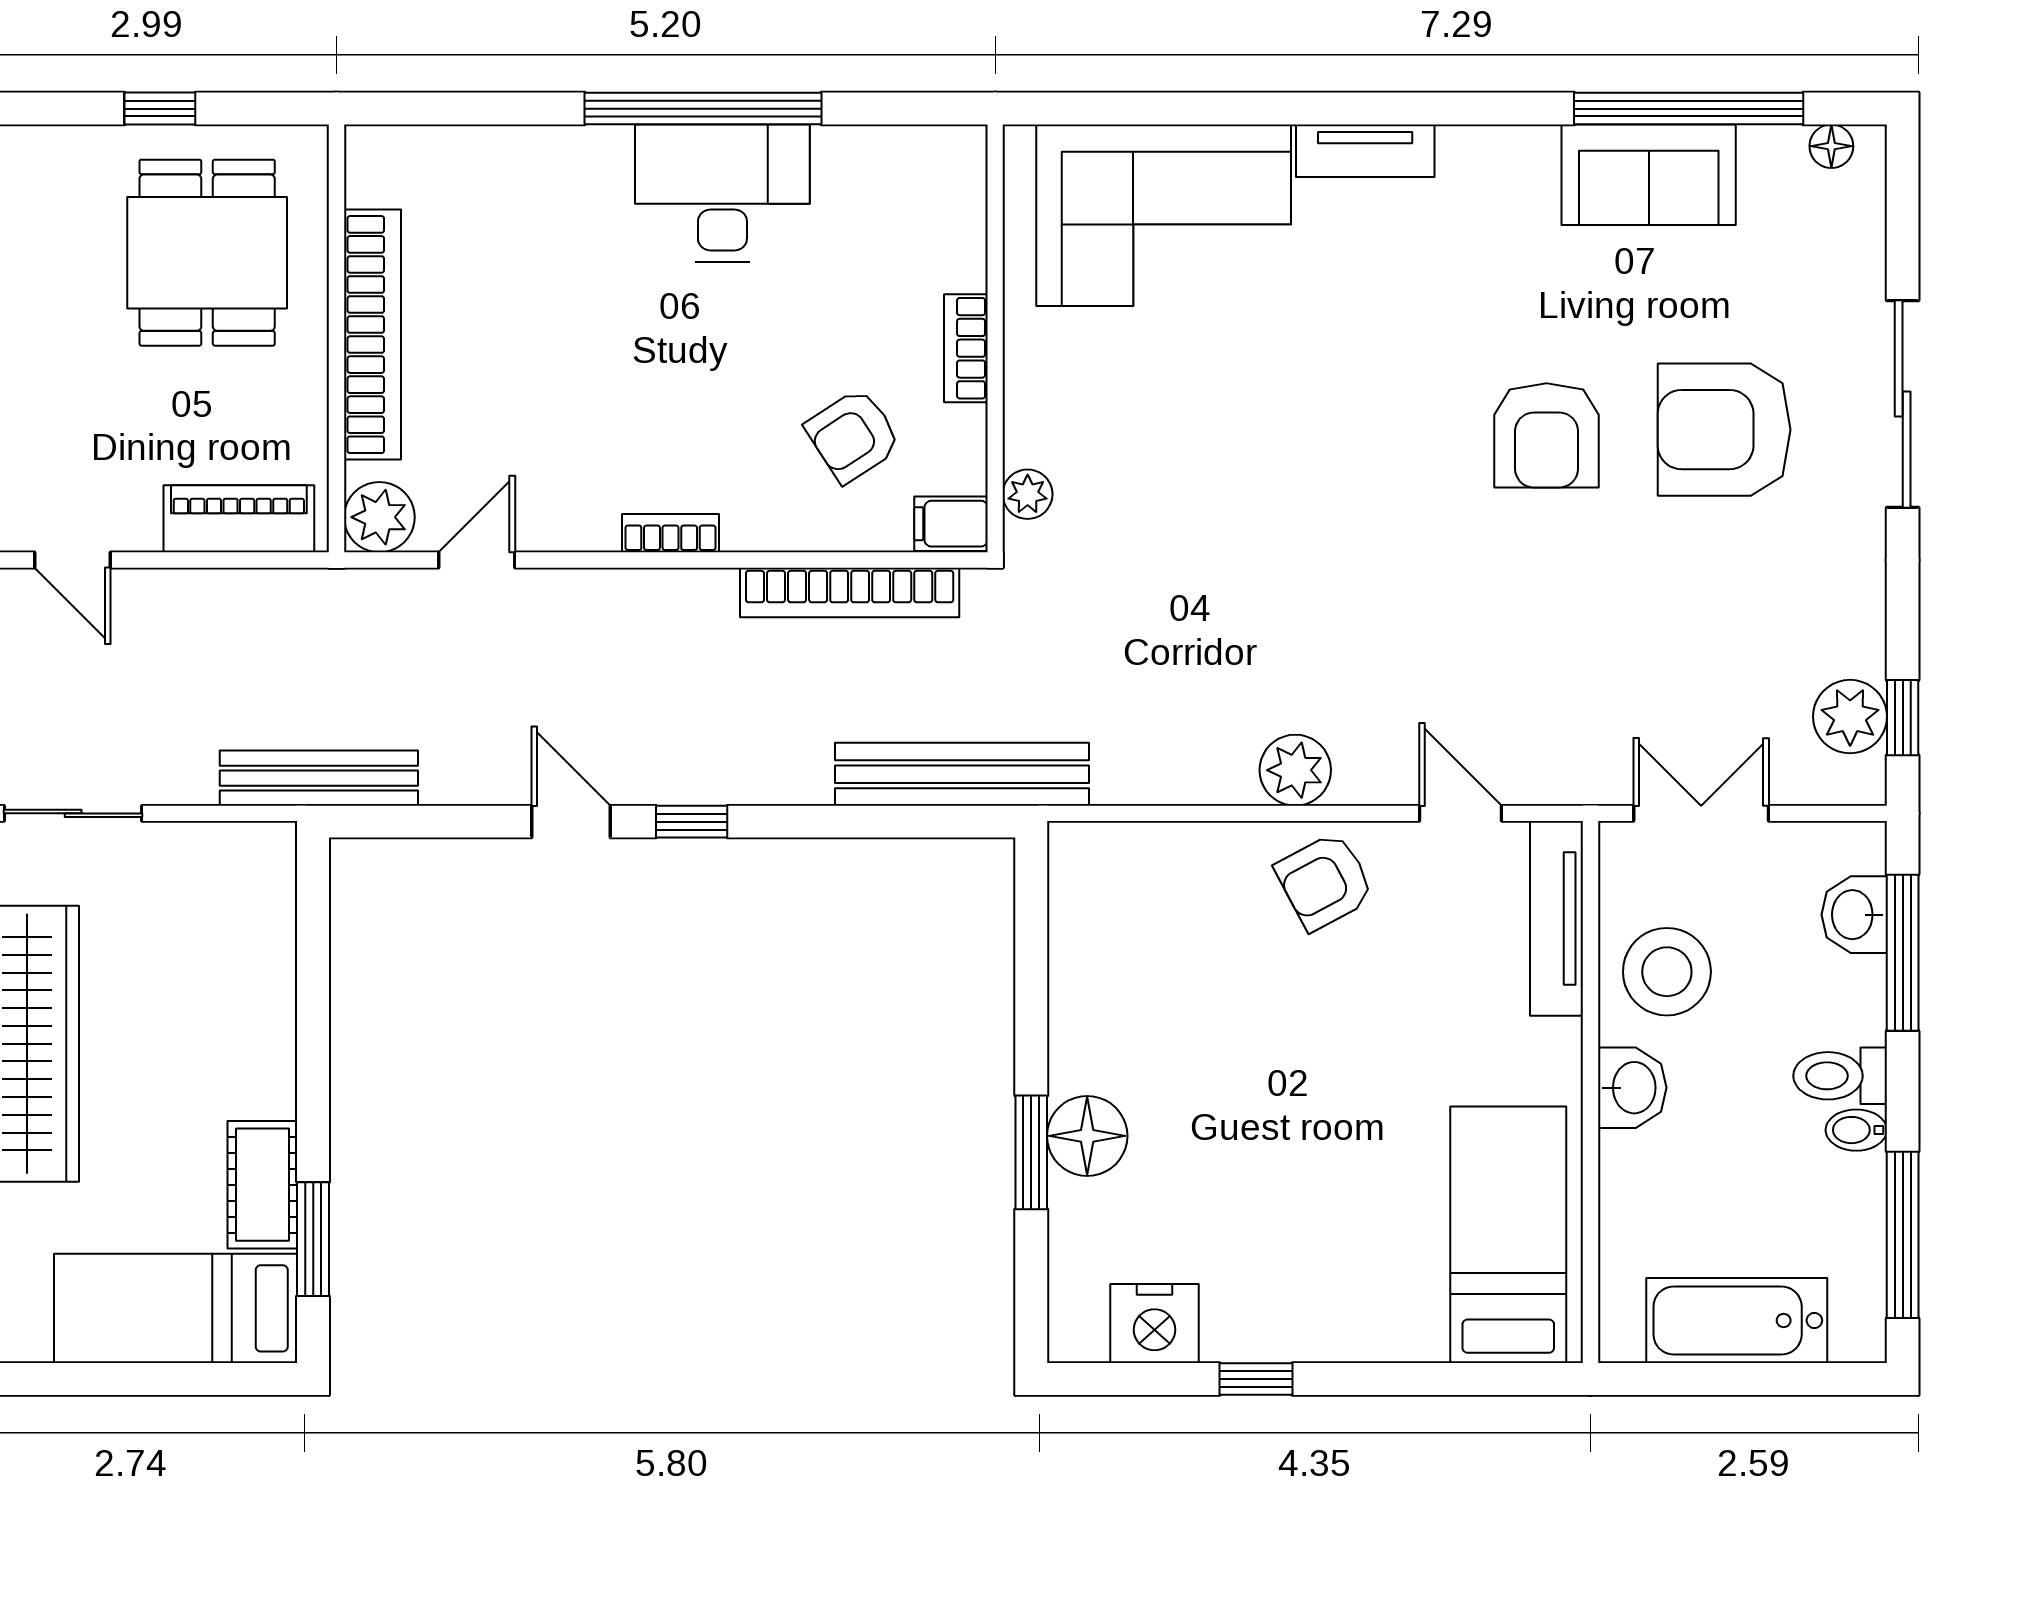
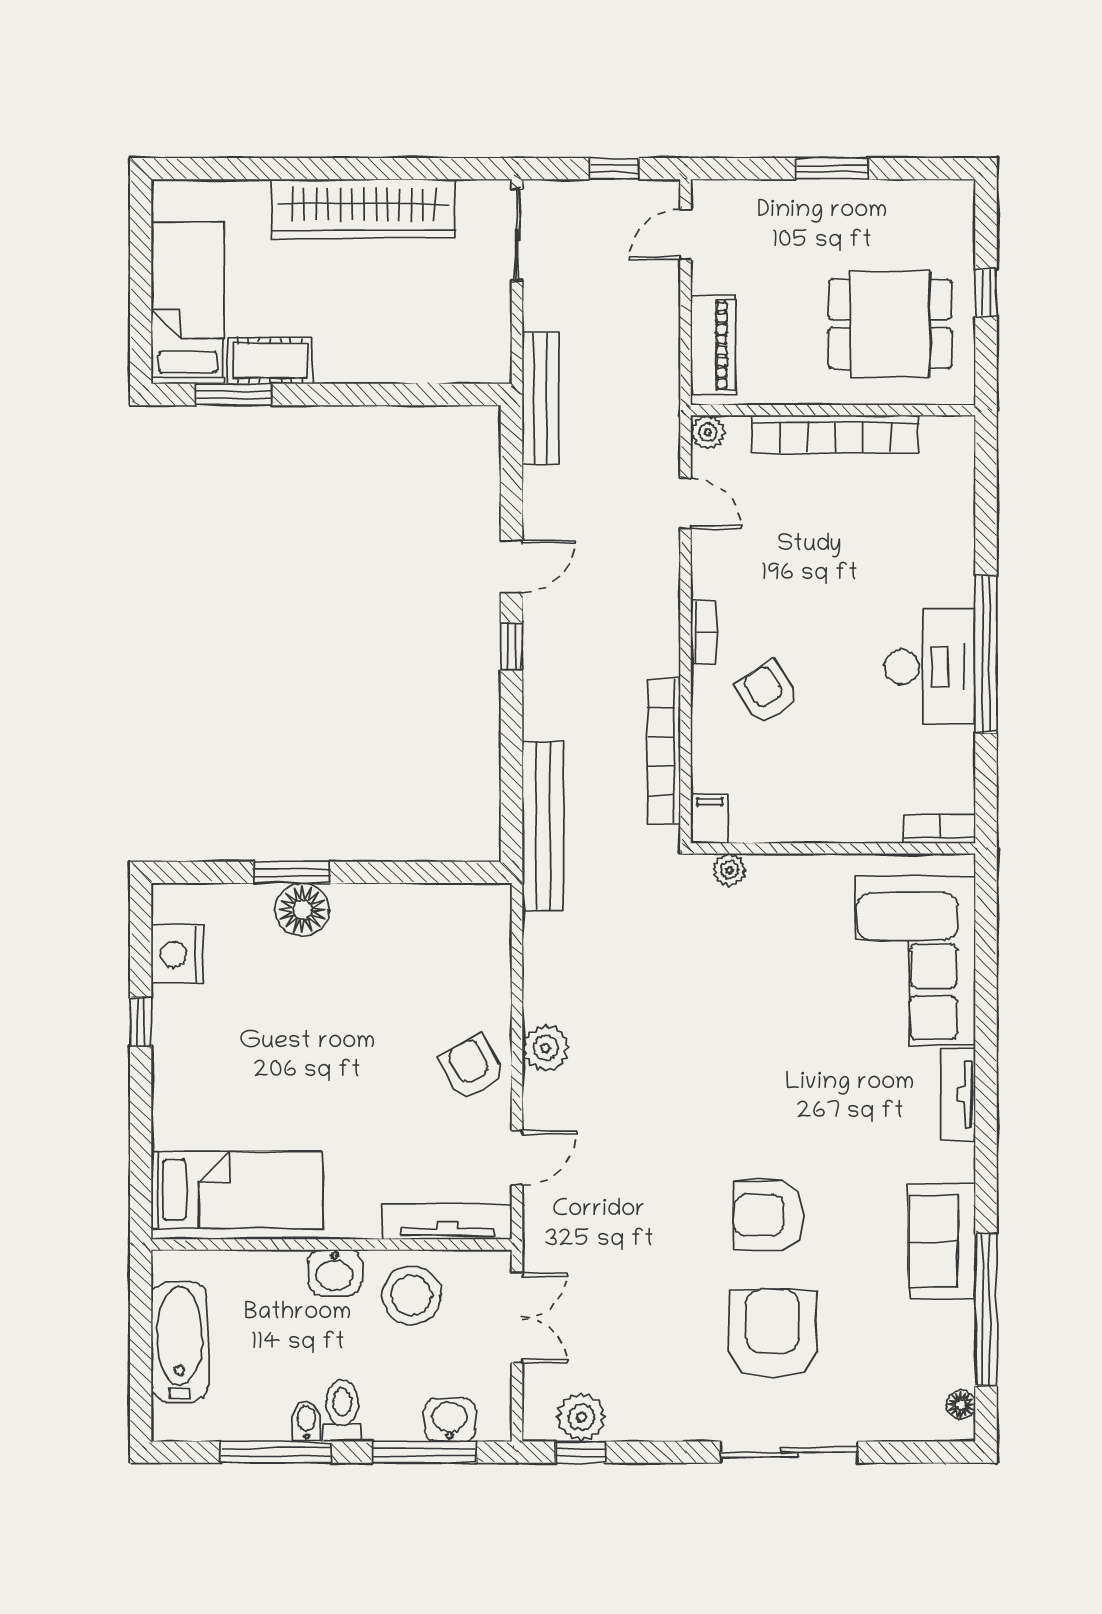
sofa: (1649, 175) -> (942, 1241), moved
bookcase: (966, 348) -> (939, 829), moved
armchair: (853, 436) -> (767, 692), moved
plant: (379, 517) -> (708, 432), width x0.73, depth x0.73
window: (1903, 1235) -> (276, 1452), moved

